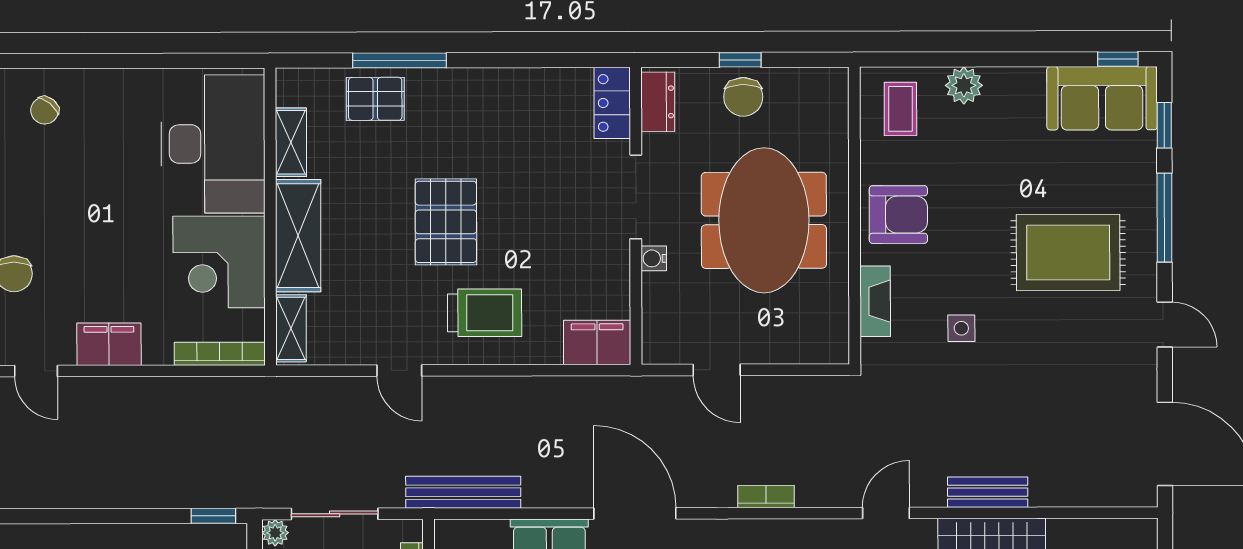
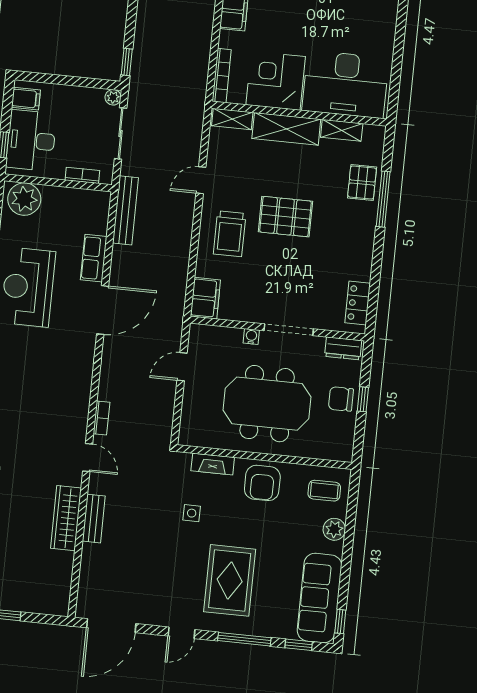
sofa: (1102, 98) -> (319, 598), width x1.36
locker: (612, 103) -> (358, 303), moved, turned -90
bookcase: (766, 497) -> (102, 418), moved

